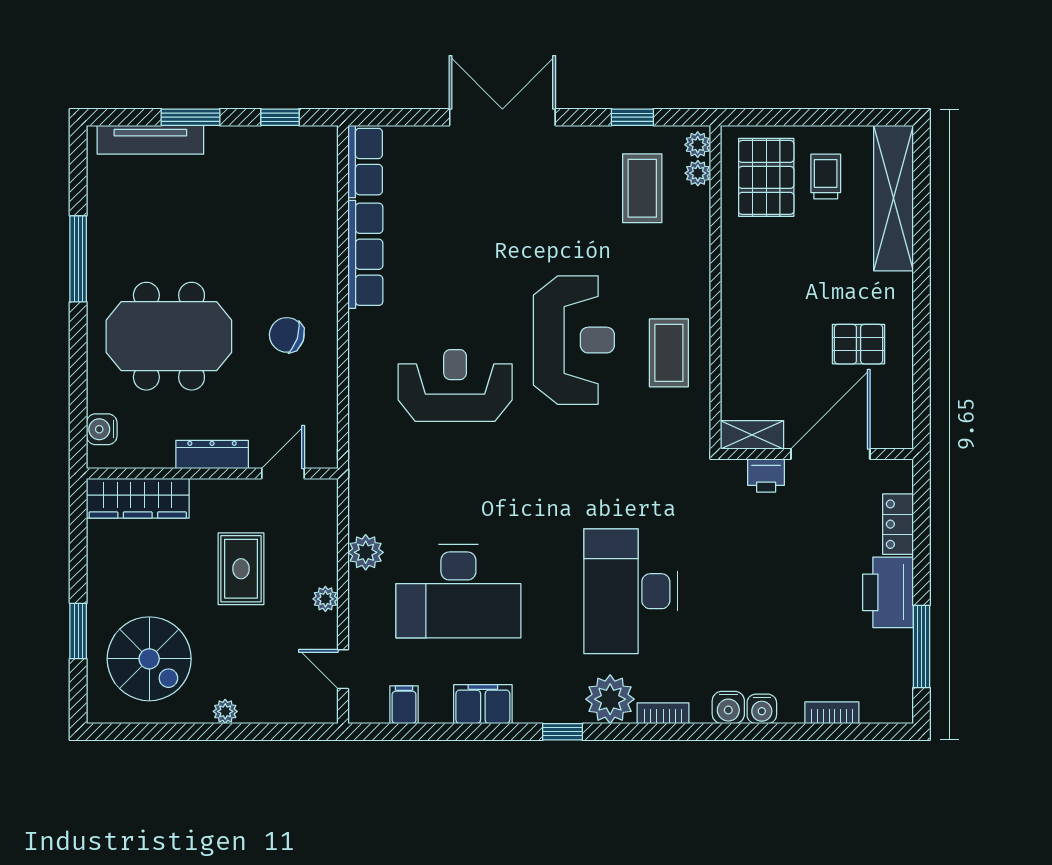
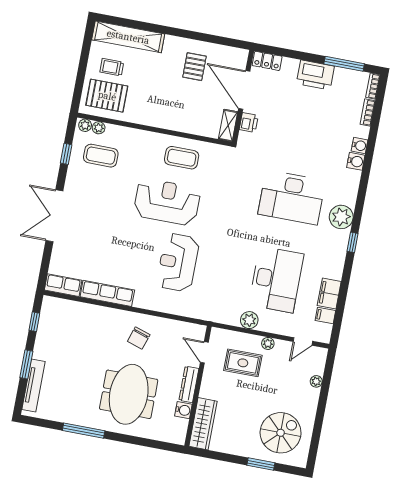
water cooler: (102, 429) -> (183, 410), moved, turned -90
locker: (898, 524) -> (267, 61), moved
rug: (241, 569) -> (243, 363), moved
filing cabinet: (483, 704) -> (329, 294), moved
plant: (225, 711) -> (316, 381), moved
bookcase: (663, 713) -> (373, 86), moved

